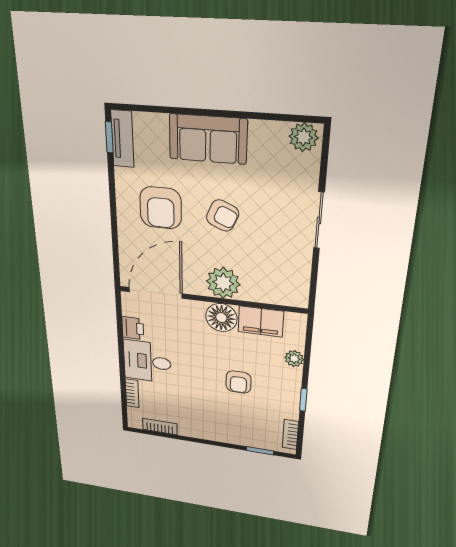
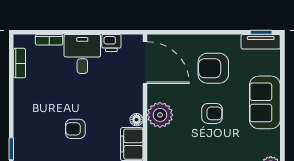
armchair: (223, 216) -> (212, 113), turned -113
floor lamp: (221, 318) -> (136, 120), width x0.53, depth x0.53

